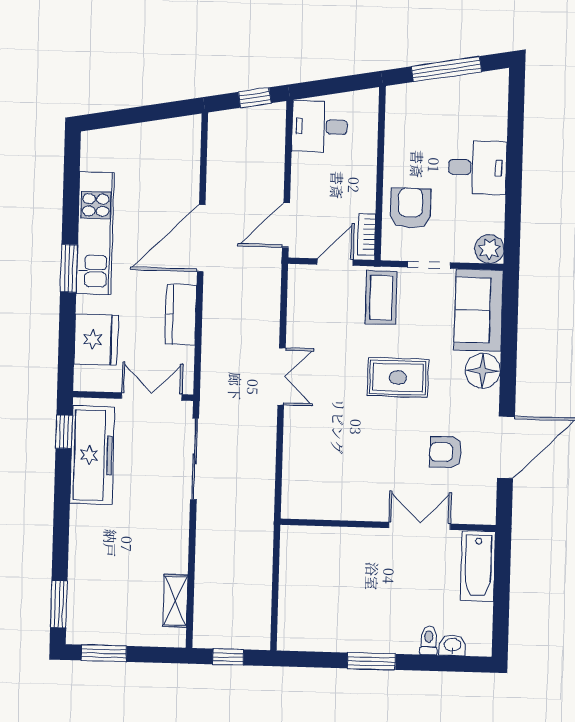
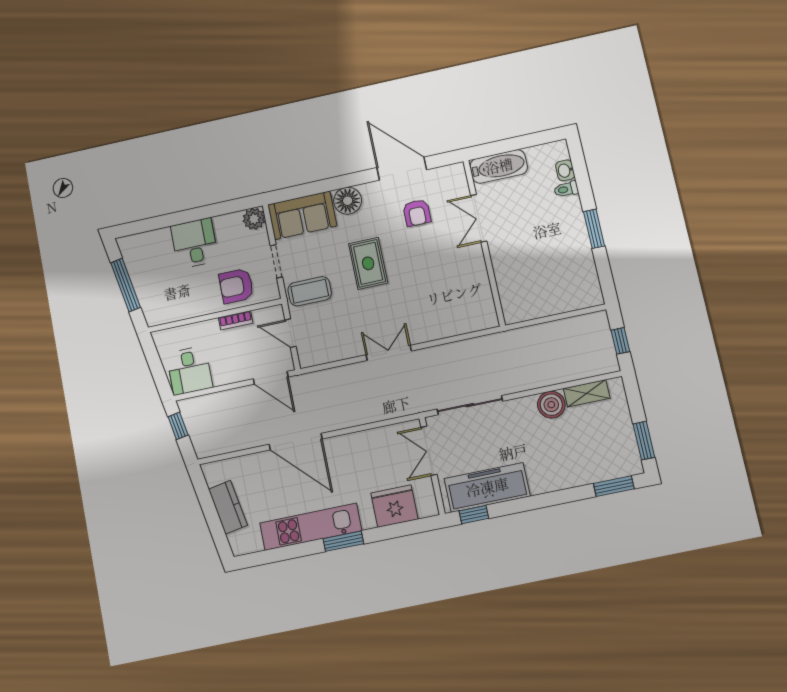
bookcase: (367, 234) -> (236, 320), moved
kitchen counter: (181, 315) -> (228, 507), moved, turned -100
boiler: (172, 556) -> (551, 405), added

